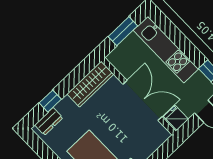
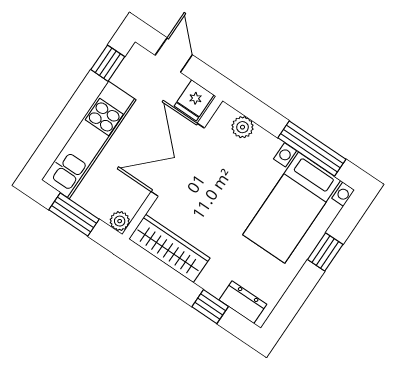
plant: (113, 58) -> (120, 221), added
plant: (154, 143) -> (243, 127), added

